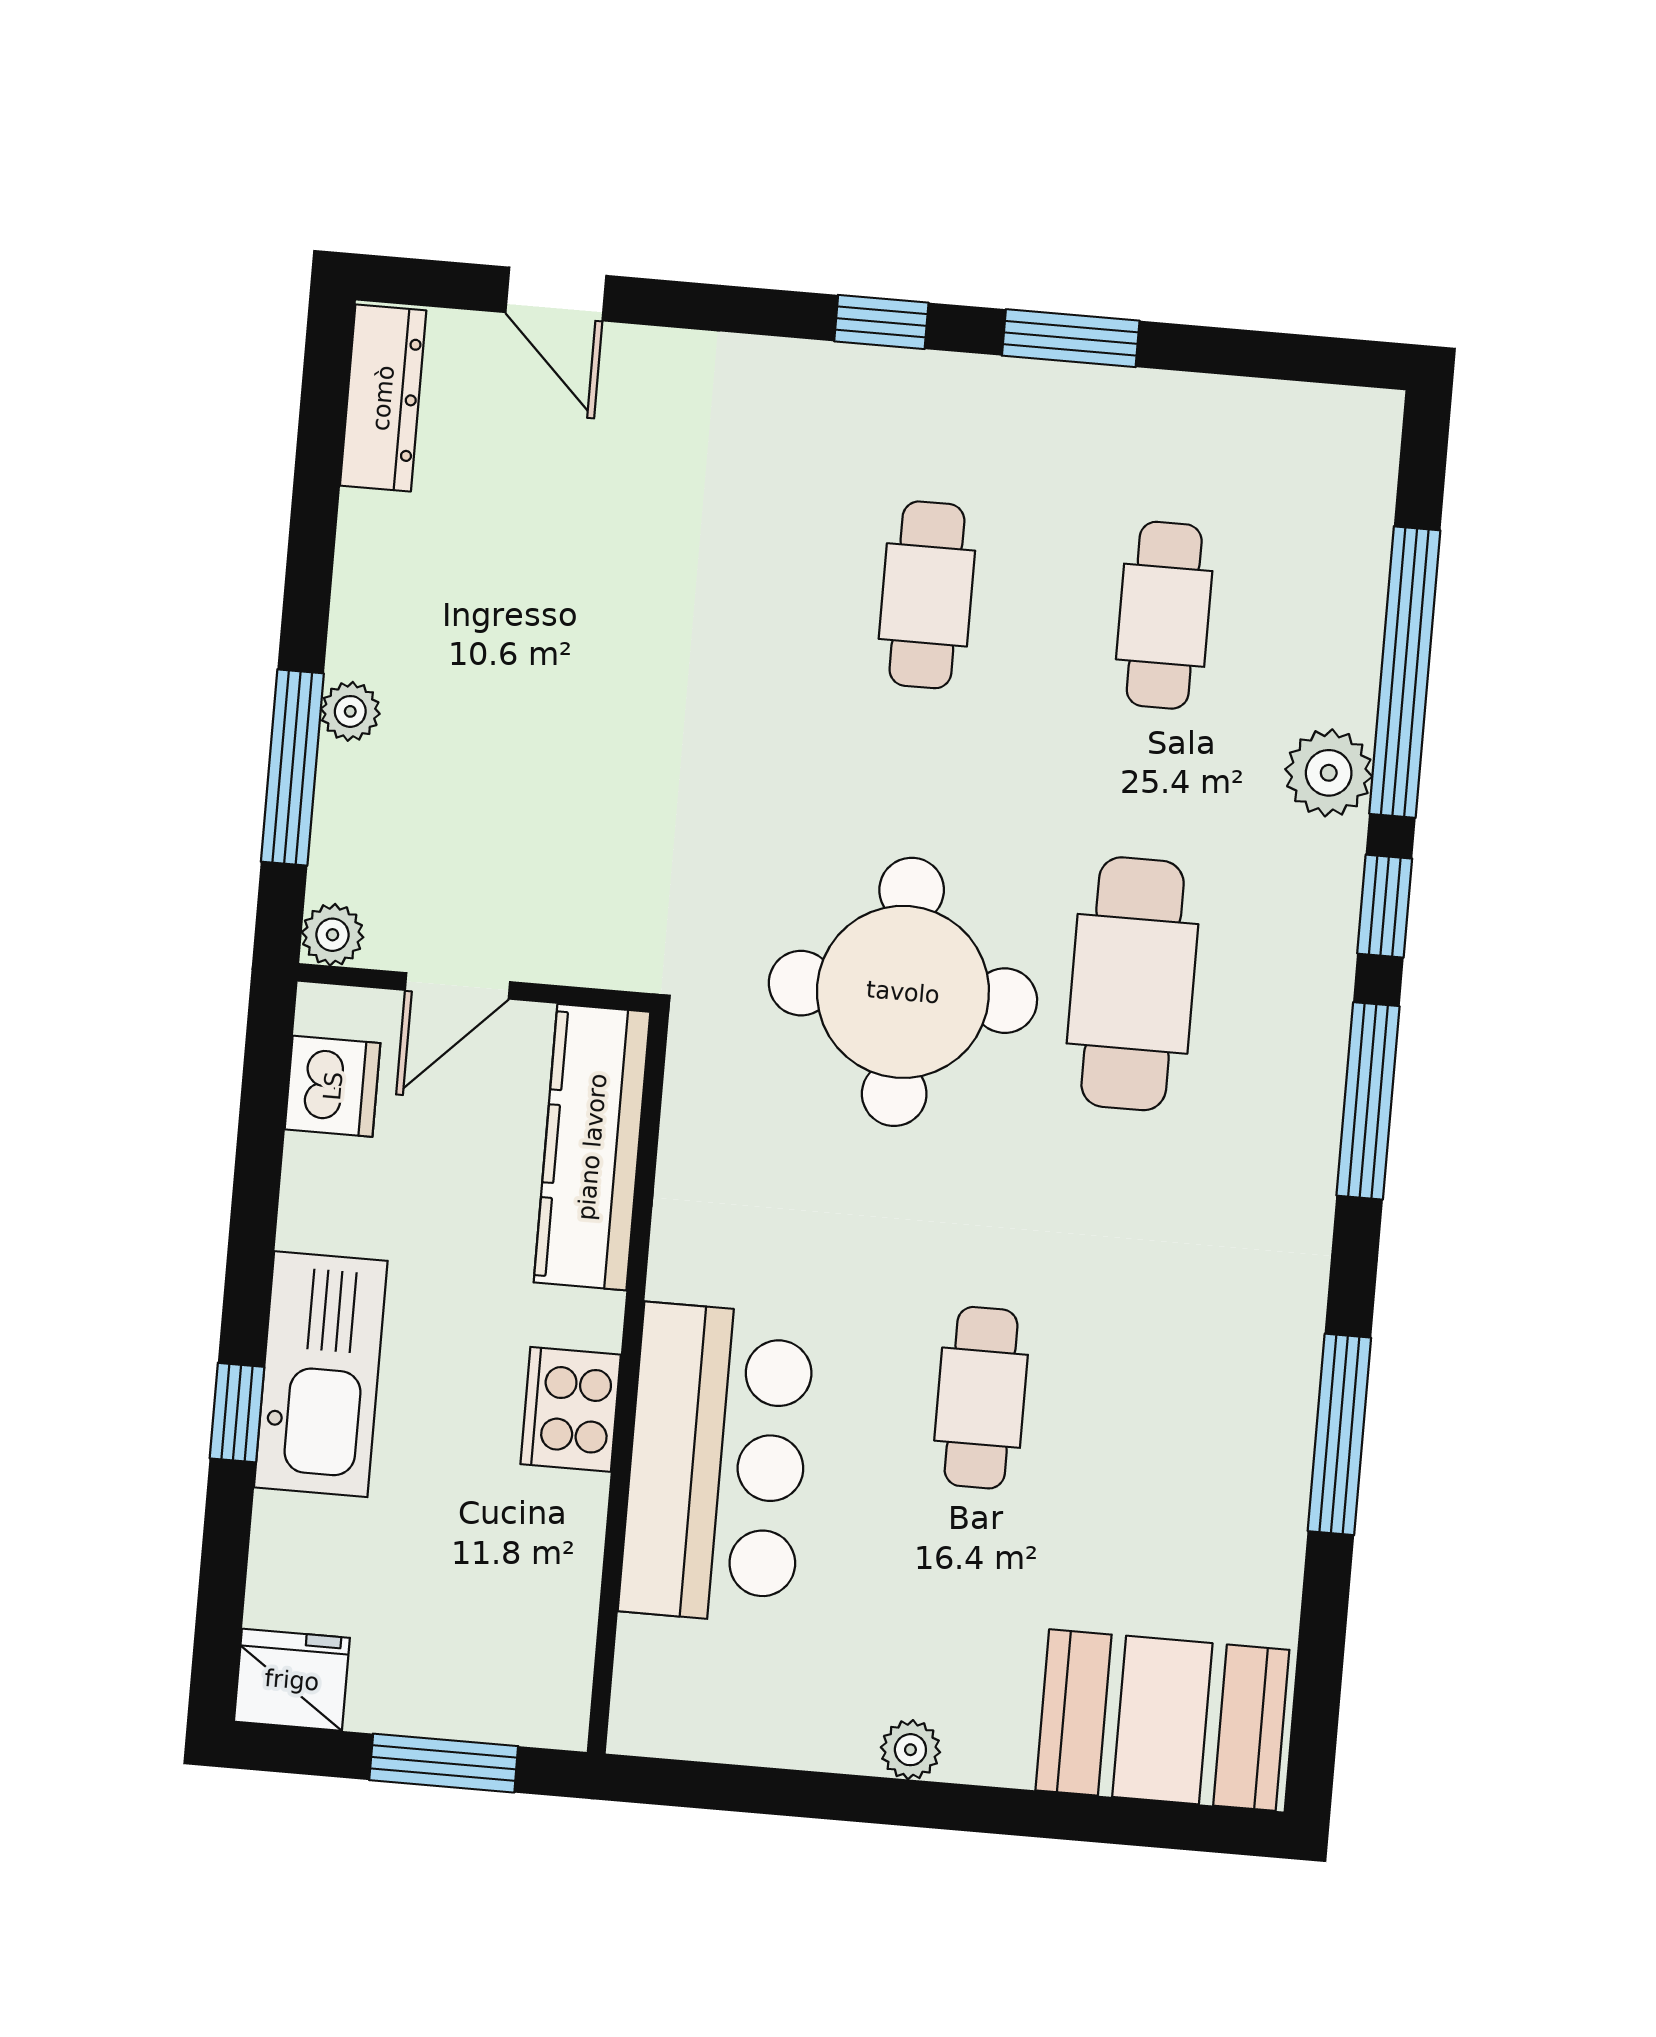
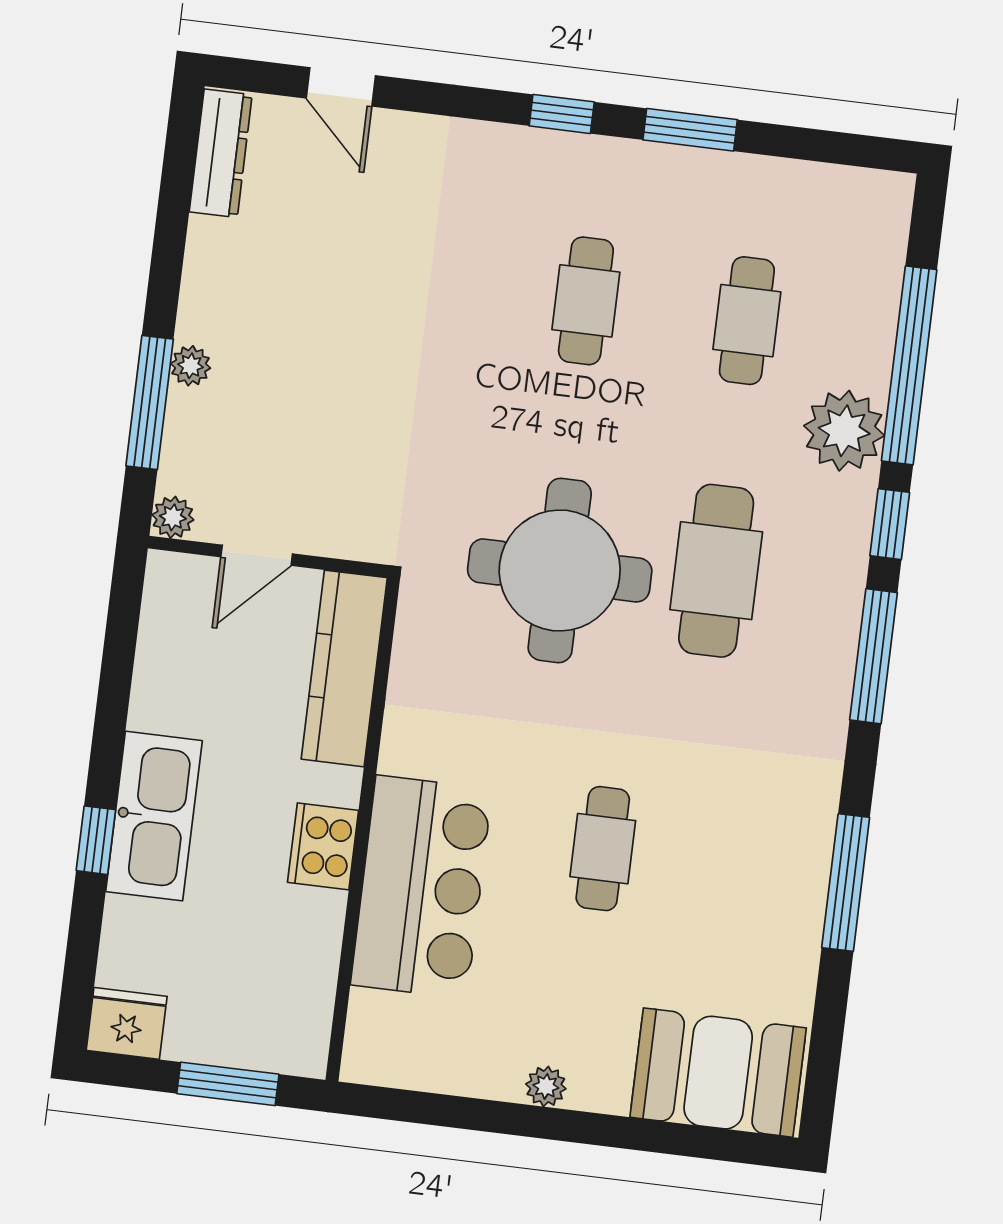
plant: (1329, 773) -> (844, 431), width x1.36, depth x1.36
dishwasher: (333, 1086) -> (169, 620), removed

